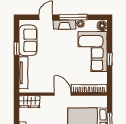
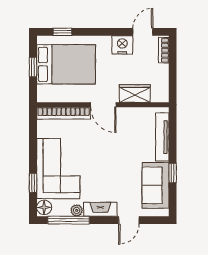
window: (73, 17) -> (69, 220), moved
window: (110, 59) -> (33, 183), moved
wardrobe: (29, 102) -> (135, 94), moved

